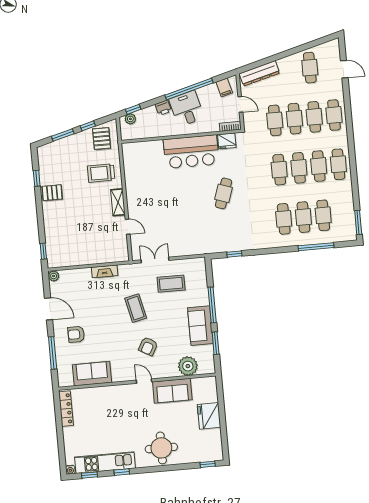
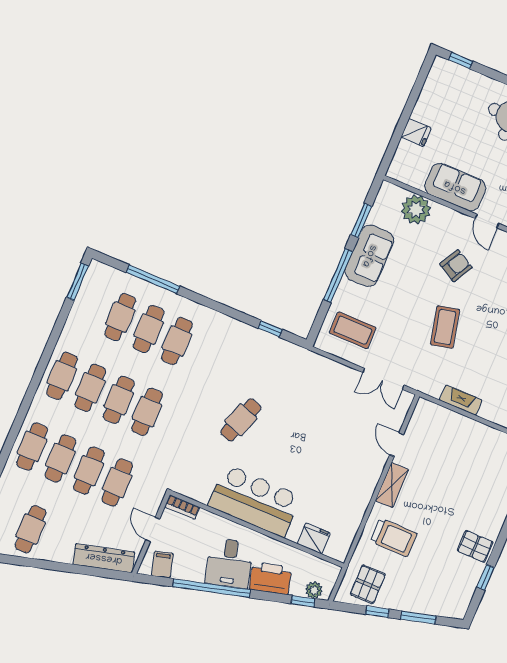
printer: (163, 108) -> (270, 578), width x1.87, depth x1.48
fridge: (227, 141) -> (314, 538), moved
coffee table: (171, 284) -> (353, 330), moved
fridge: (209, 416) -> (416, 133), width x0.53, depth x0.75

